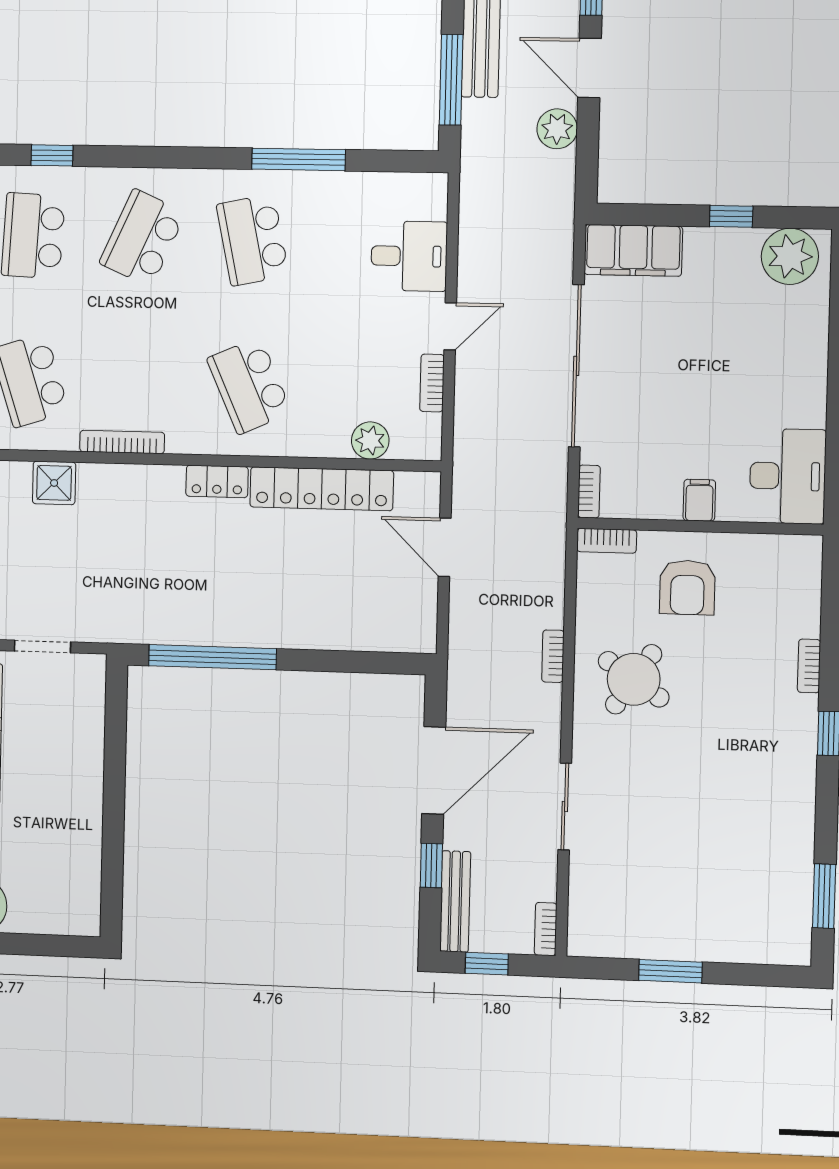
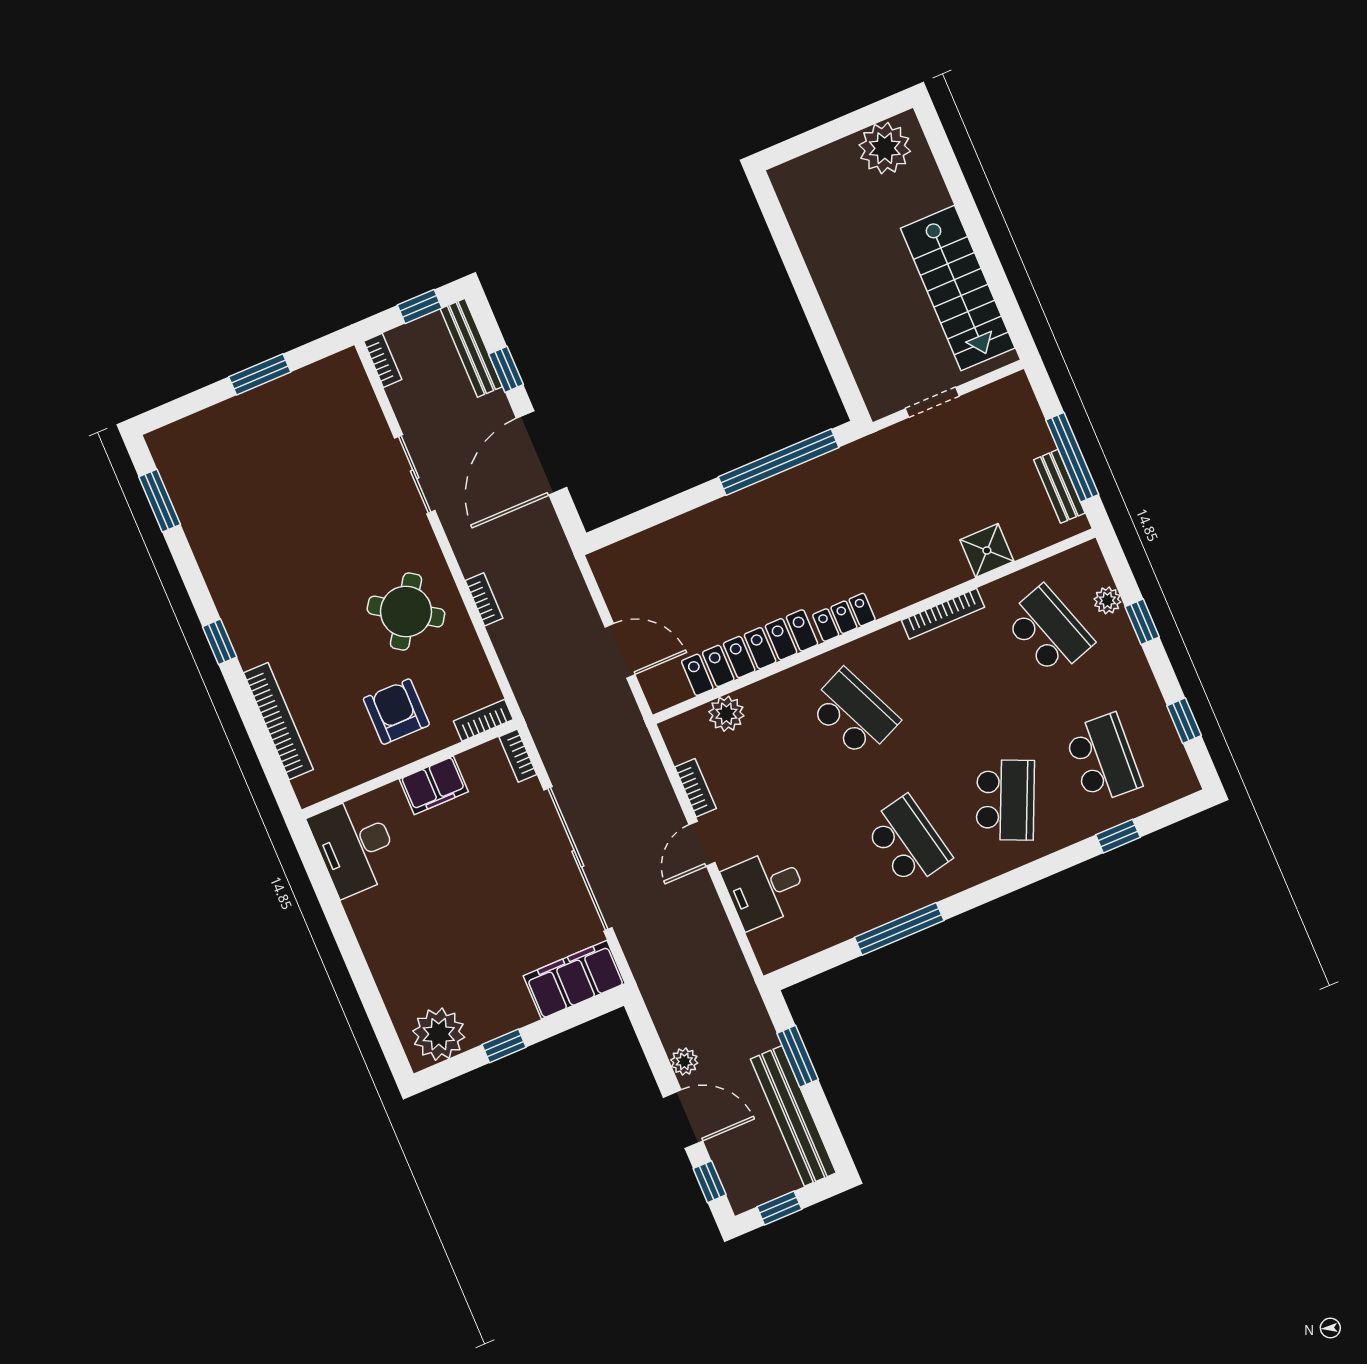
window: (451, 80) -> (798, 1056), width x0.69
plant: (557, 129) -> (684, 1061), width x0.73, depth x0.73
filing cabinet: (699, 500) -> (434, 785), width x2.00
bookcase: (809, 666) -> (278, 721), width x2.31, depth x1.31

